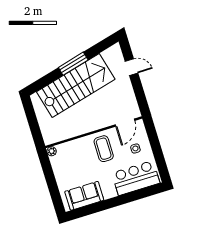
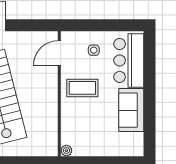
door: (125, 123) -> (59, 53), swing flipped
sofa: (84, 196) -> (131, 110), moved

